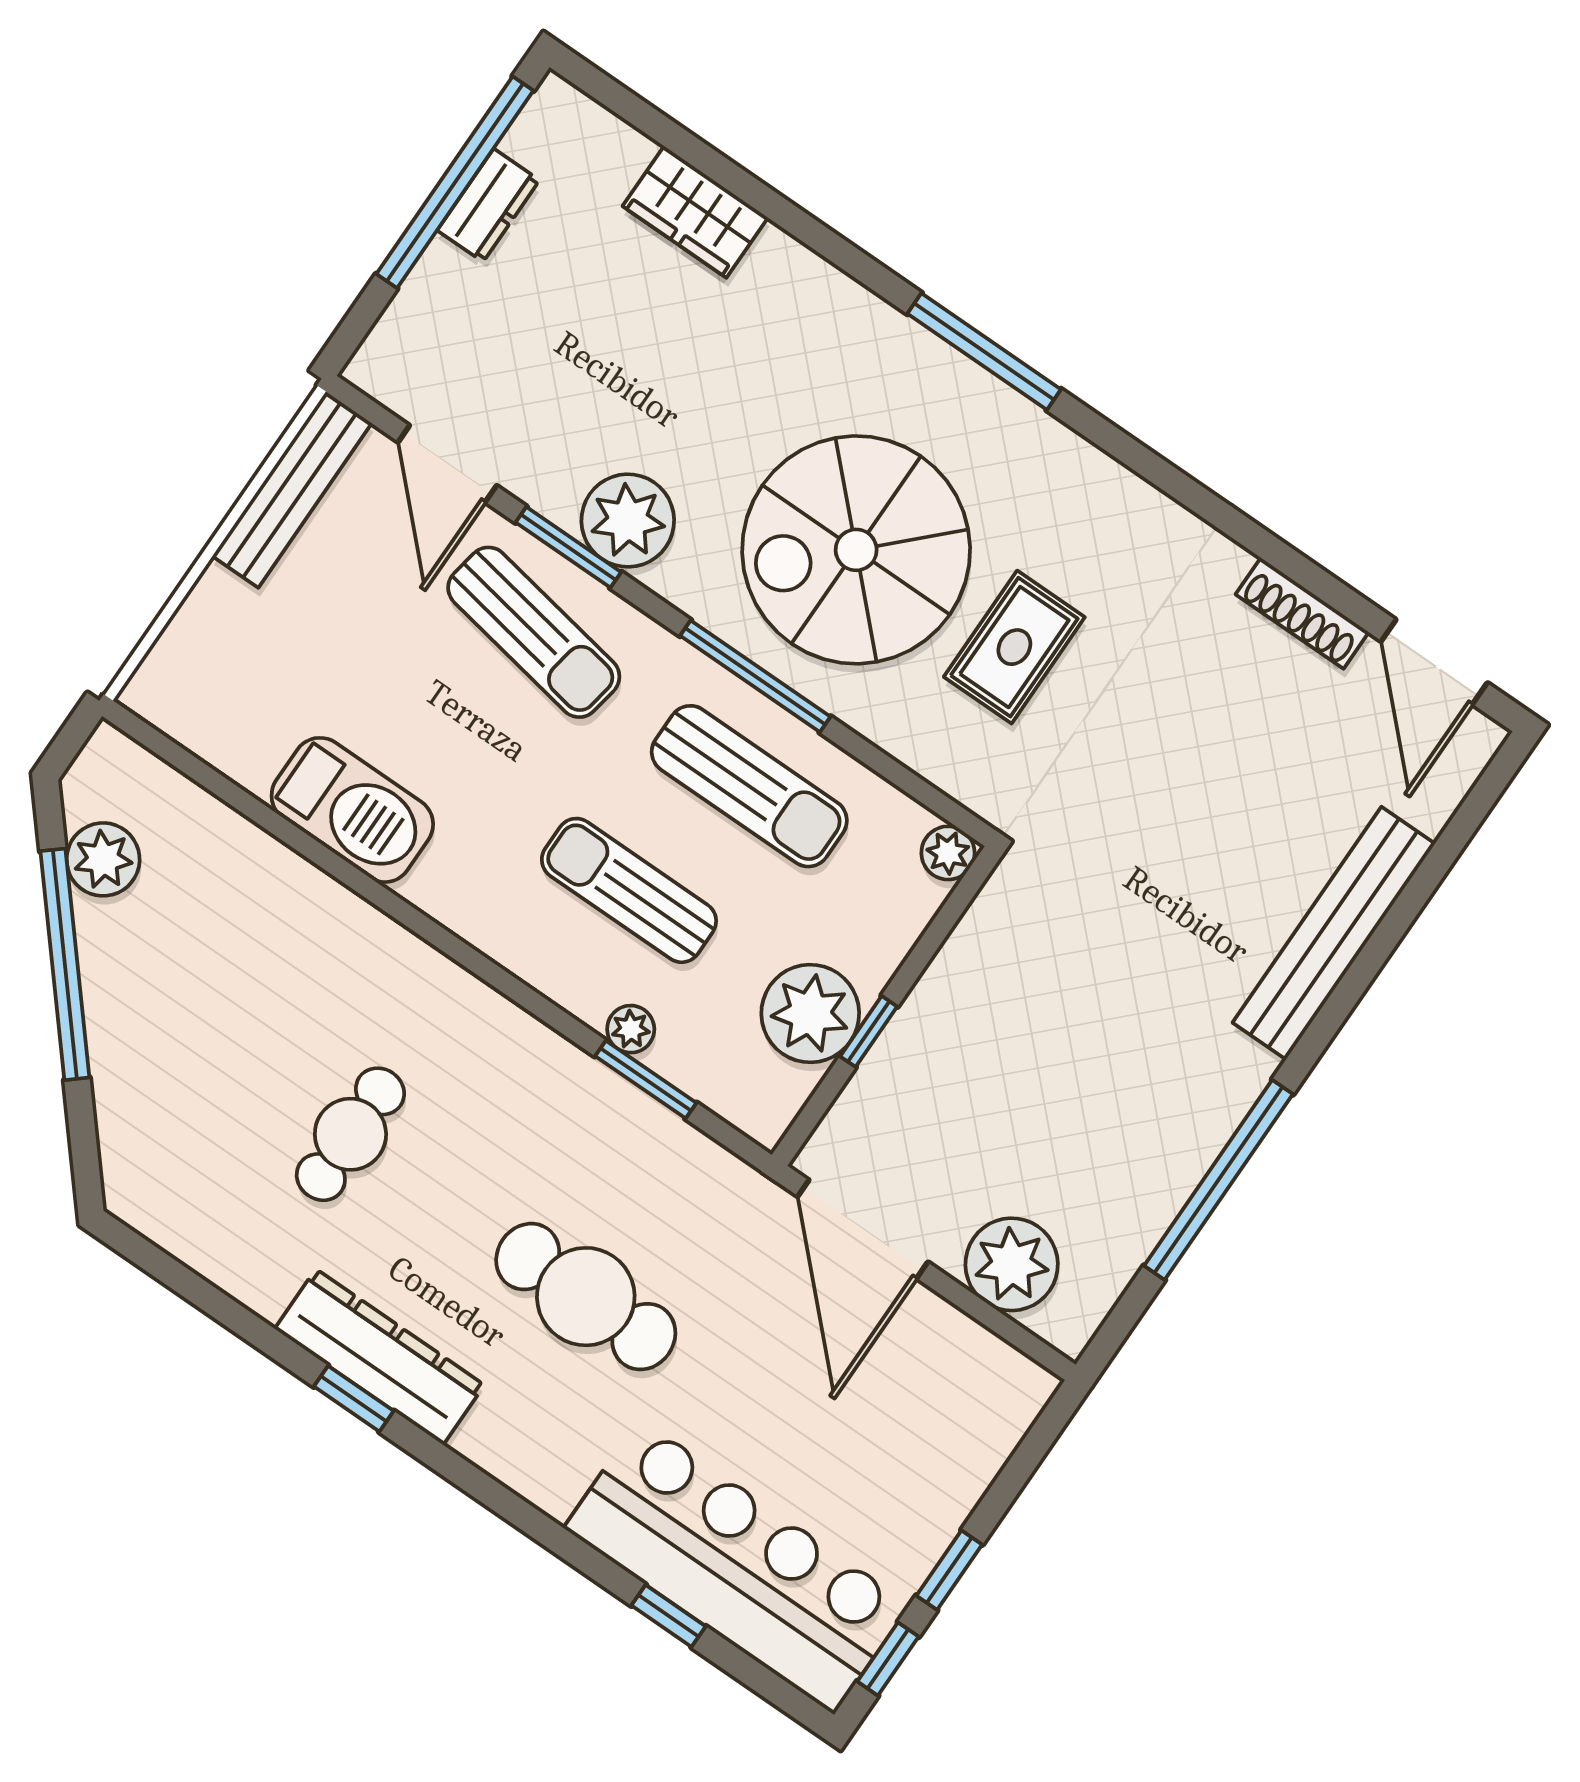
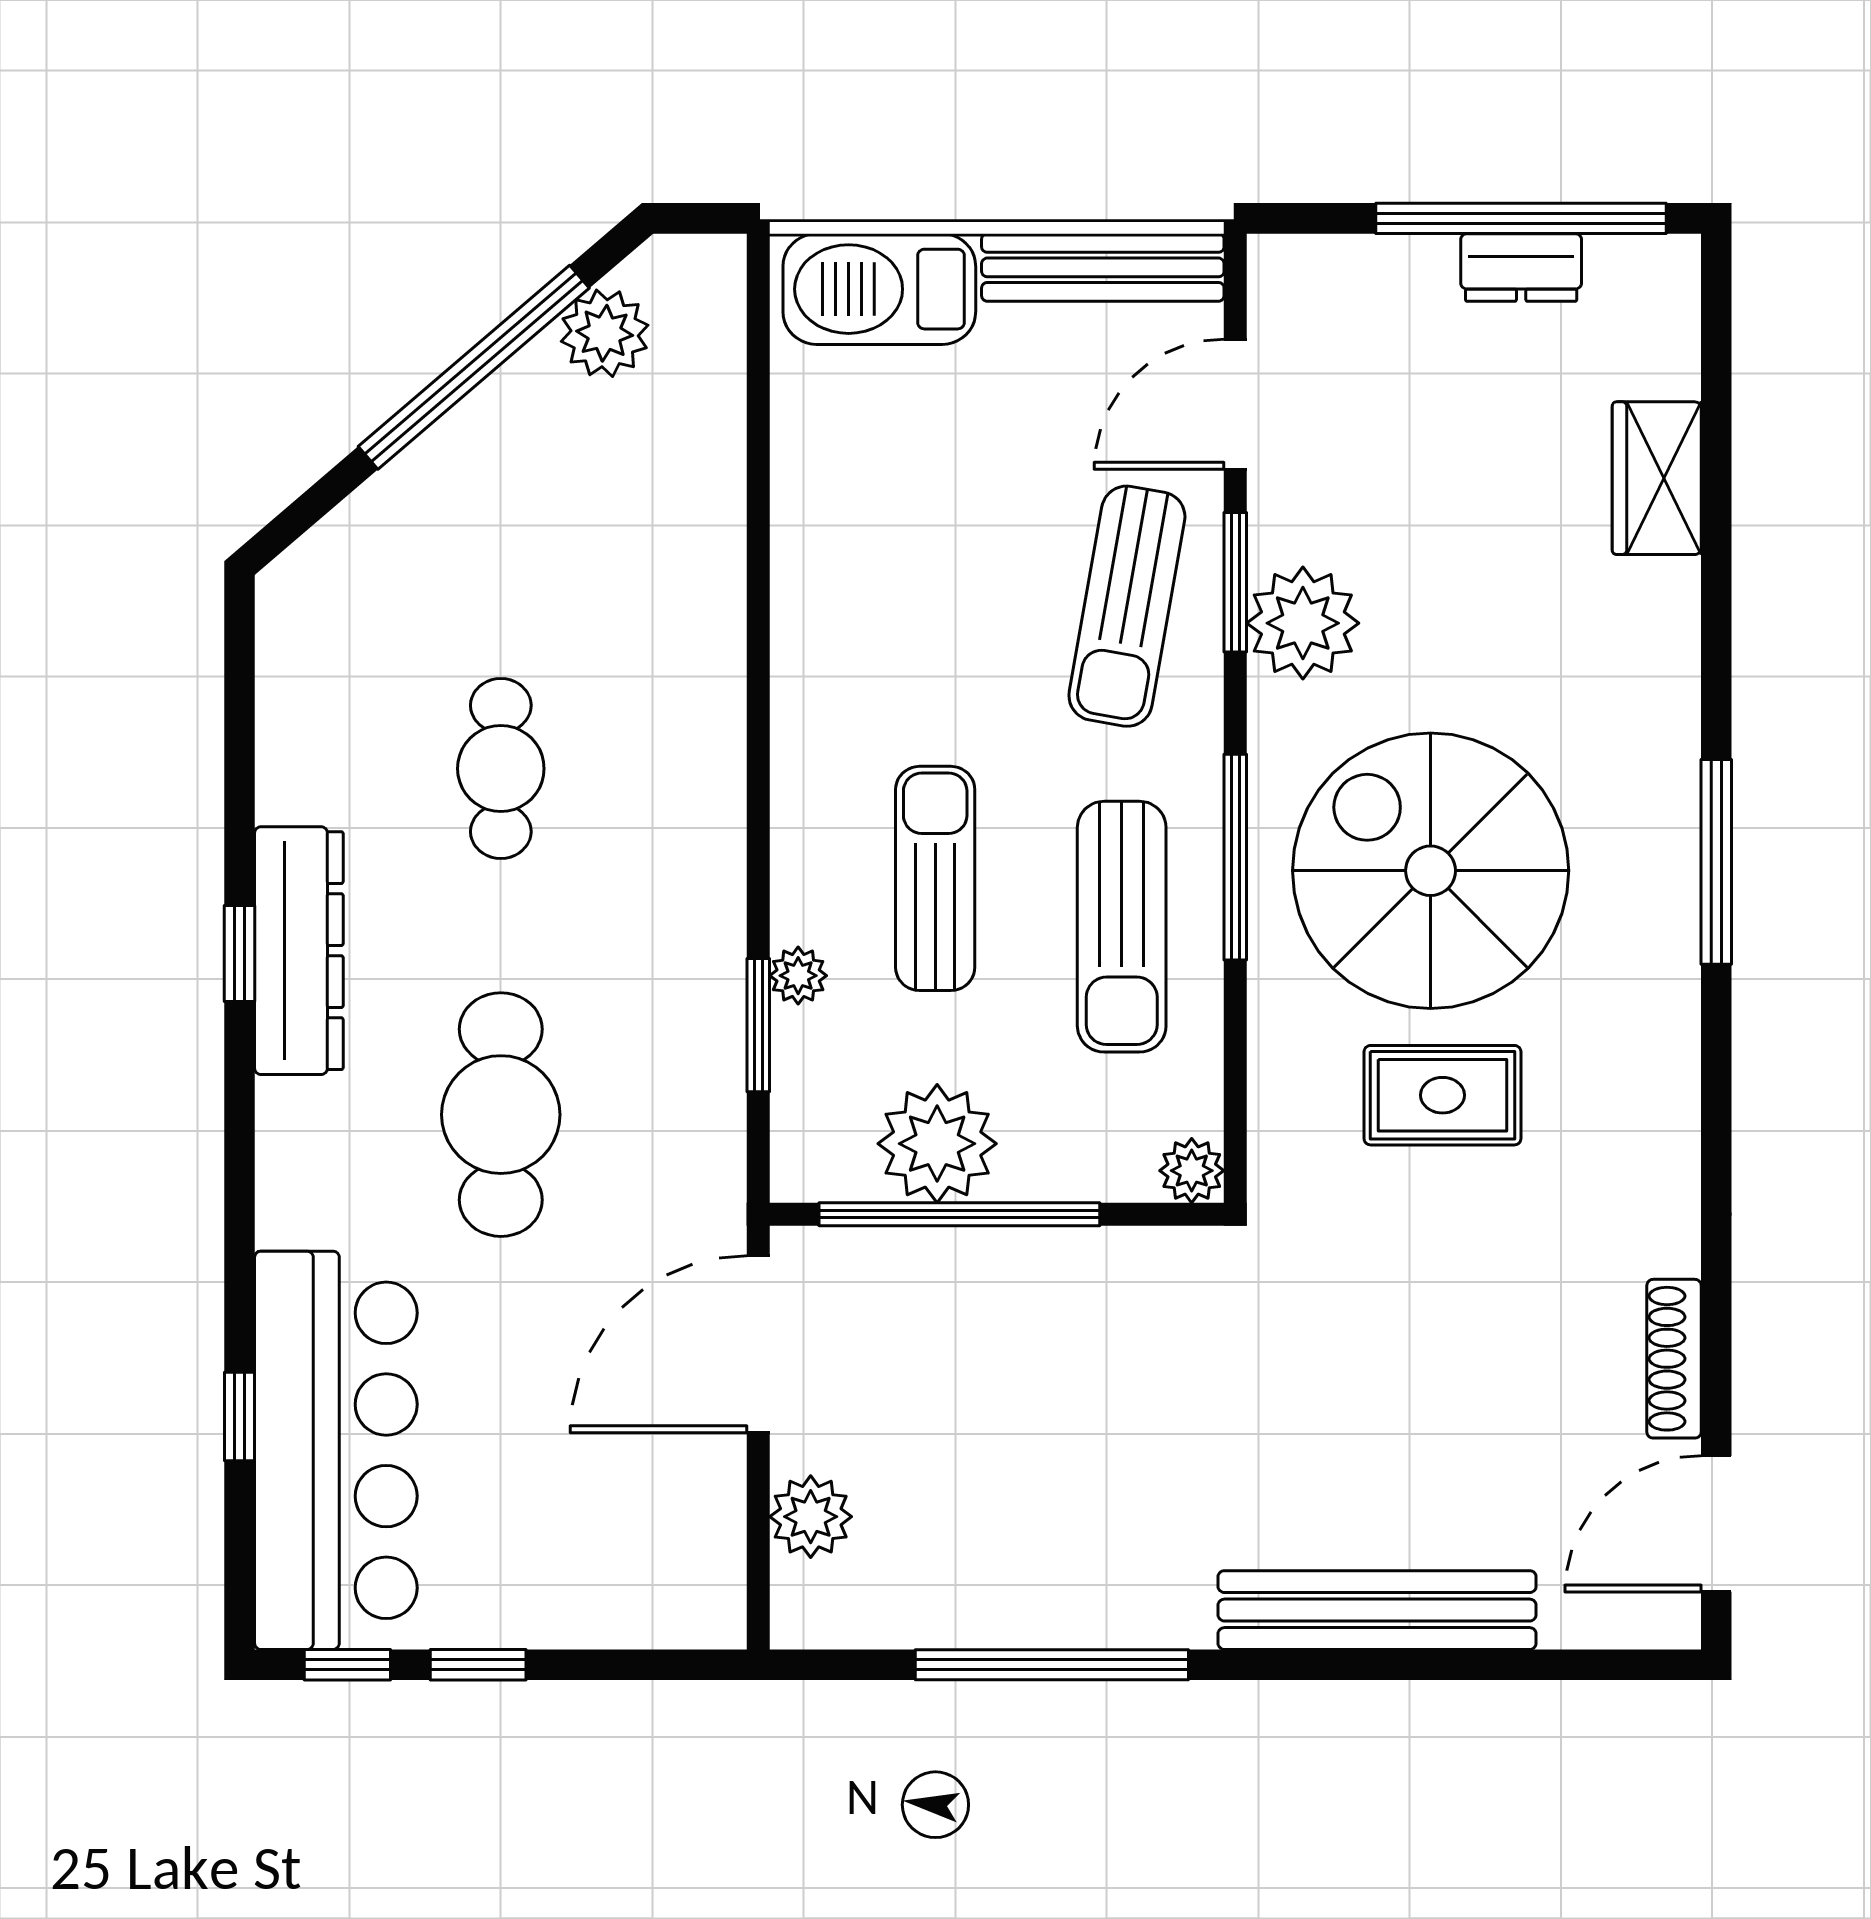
barbecue: (352, 810) -> (879, 289), moved, turned 90
window: (869, 1031) -> (959, 1214), width x3.17
cafe table: (350, 1134) -> (501, 769), turned 90
plant: (1012, 1264) -> (811, 1517), width x0.73, depth x0.73

